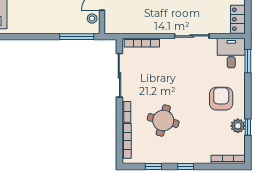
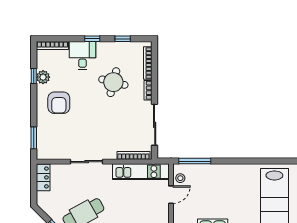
kitchen unit: (134, 25) -> (141, 172), added
desk: (231, 53) -> (82, 56), moved, turned 180

